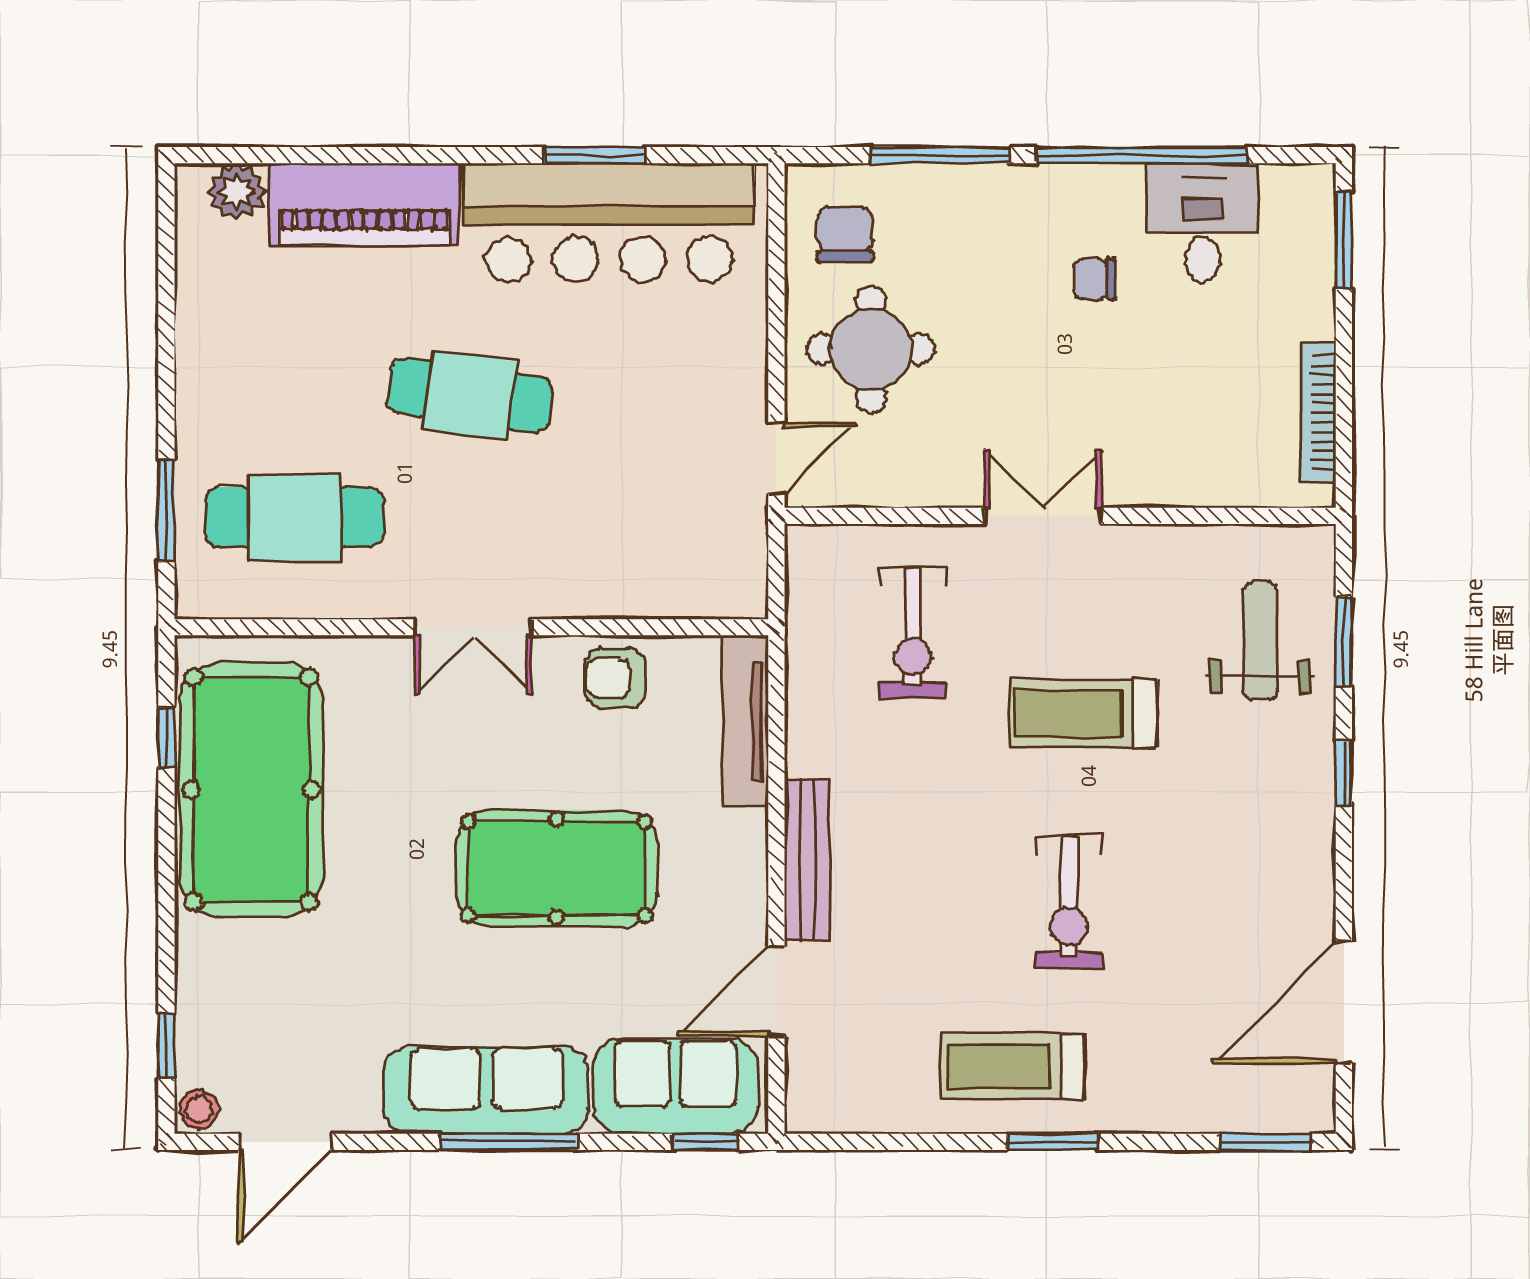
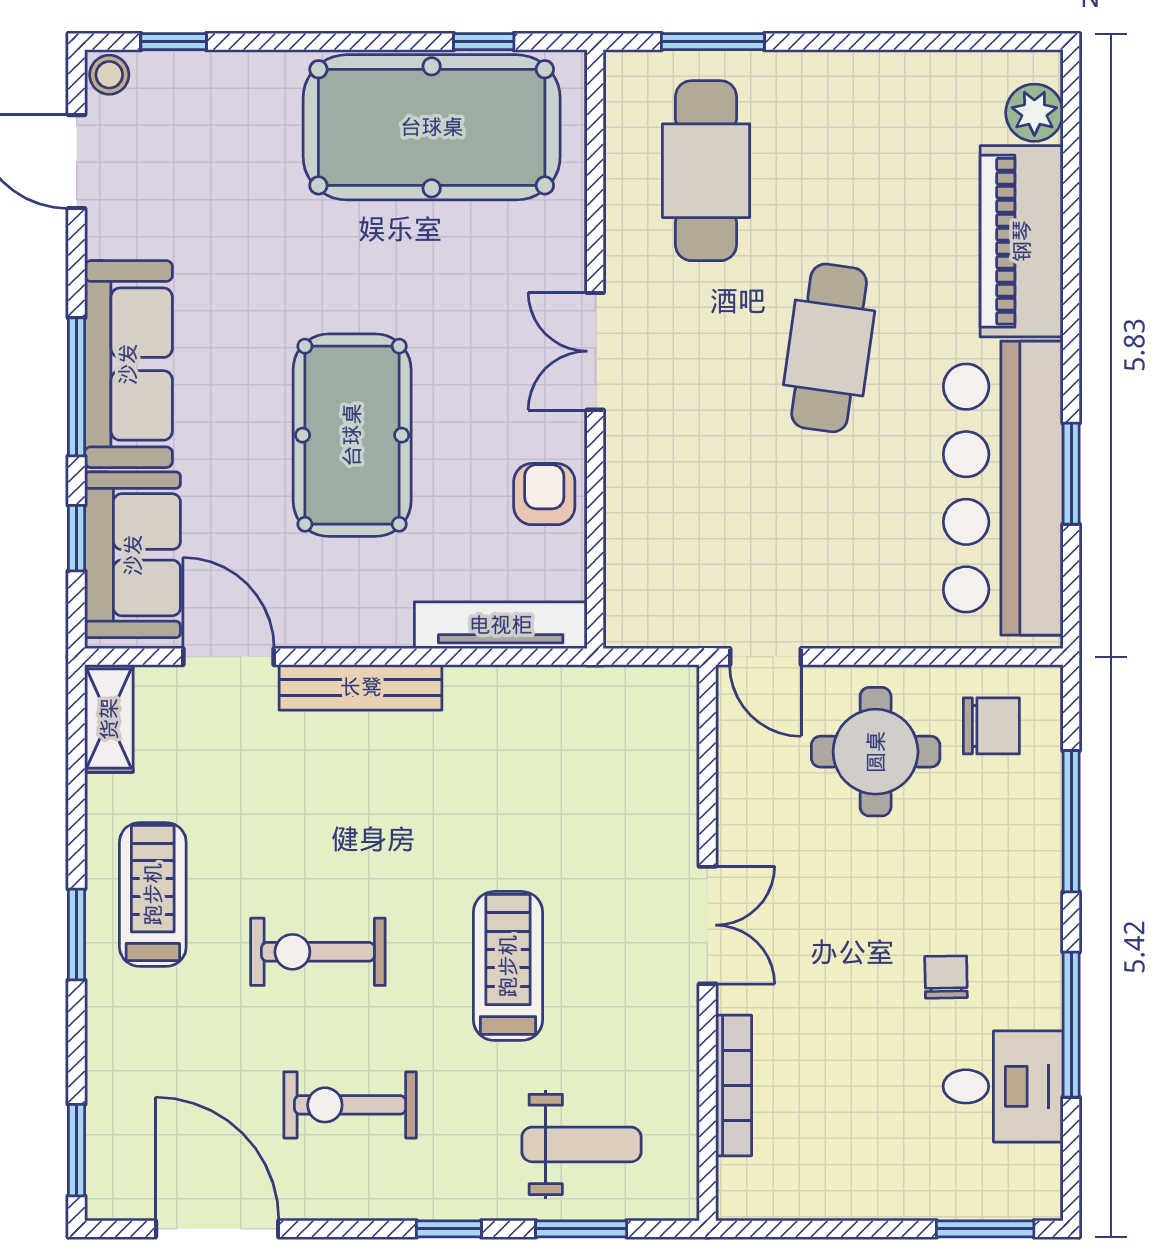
window: (1141, 155) -> (1071, 1025), width x0.68
bookcase: (1318, 413) -> (734, 1085), moved, turned 90
exercise bike: (913, 633) -> (350, 1105), moved
shelving: (838, 1110) -> (109, 719), added
window: (705, 1142) -> (77, 538), moved

